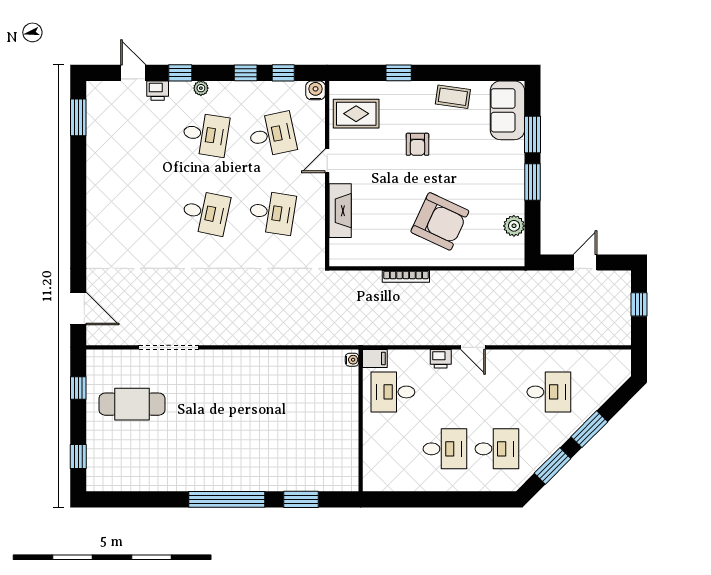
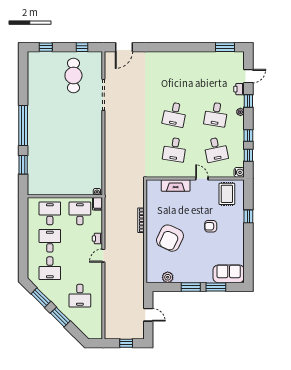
coffee table: (453, 97) -> (236, 245), removed
desk: (393, 449) -> (50, 213), added
desk: (445, 449) -> (50, 241), turned 180

